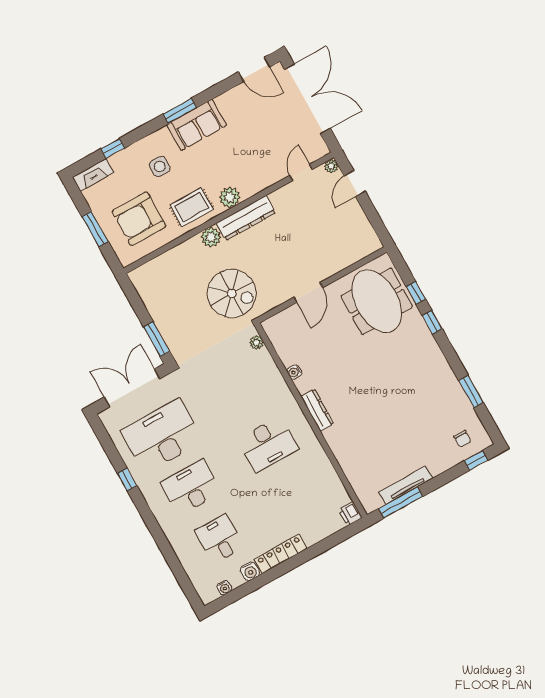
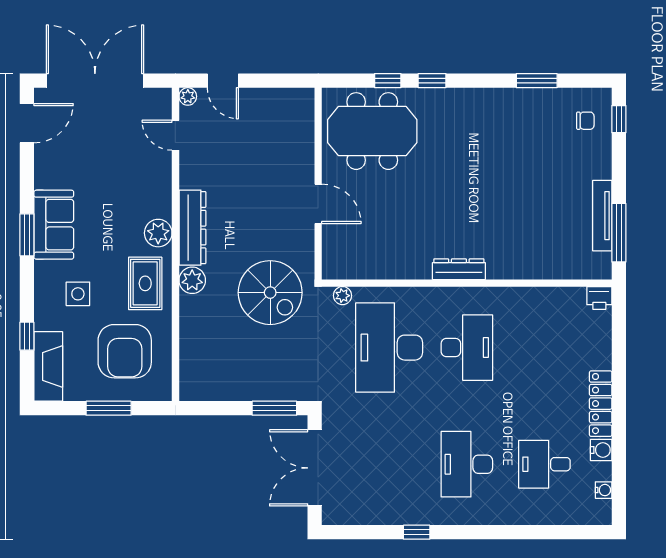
fireplace: (93, 175) -> (48, 366), width x1.37, depth x1.32
spiral stairs: (232, 293) -> (270, 293), turned 90
water cooler: (294, 372) -> (401, 271), removed
desk: (162, 436) -> (389, 348), moved

